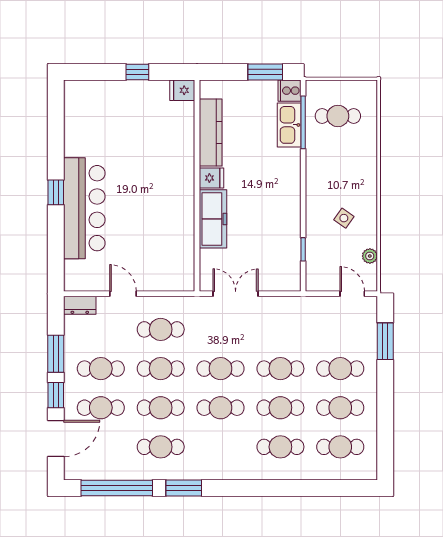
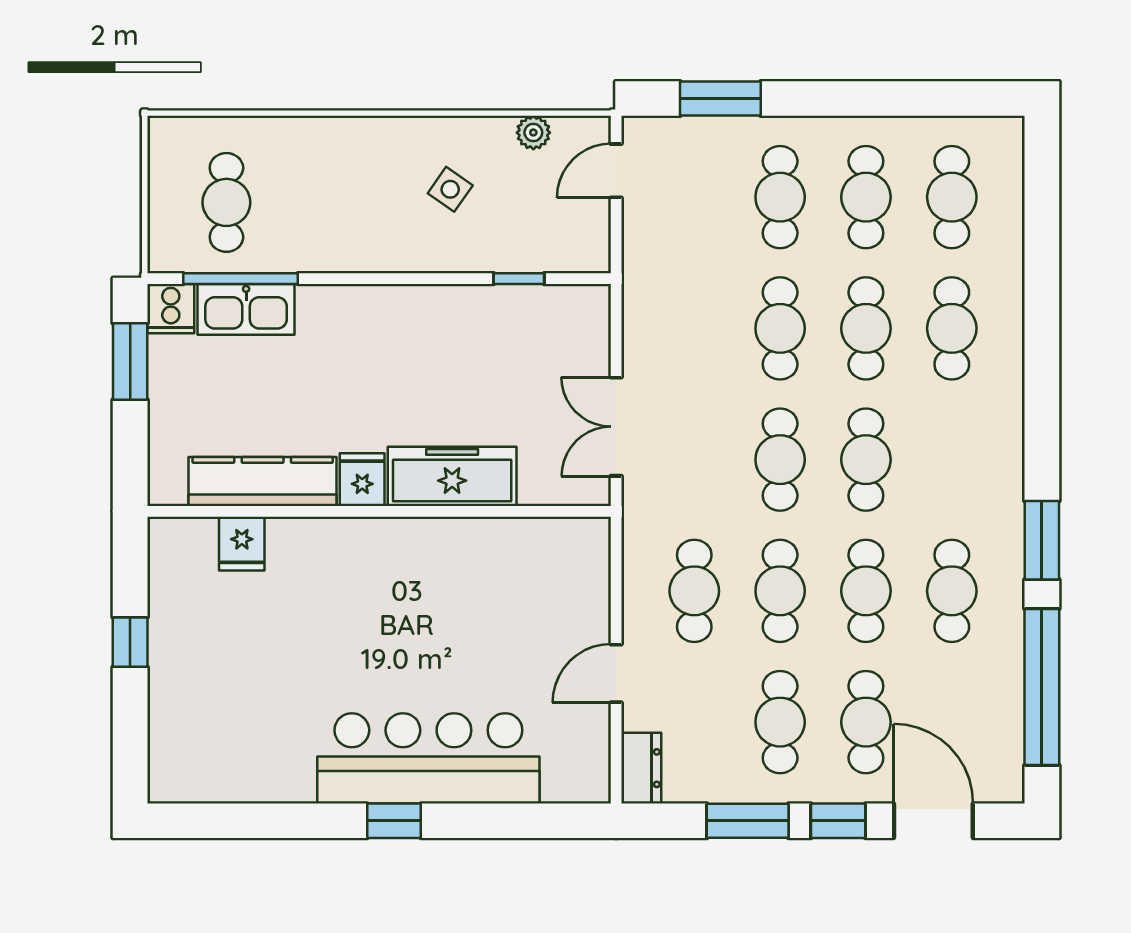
fridge: (182, 90) -> (242, 544), moved

